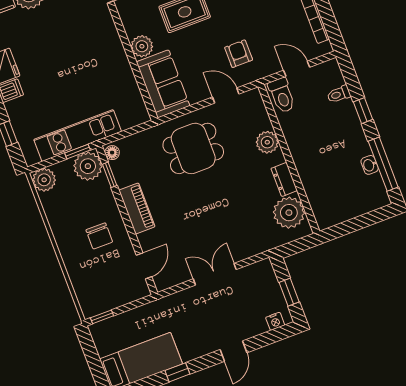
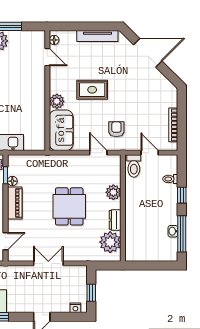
dining table: (193, 148) -> (69, 206), moved, turned 90
floor lamp: (112, 153) -> (12, 181), moved

